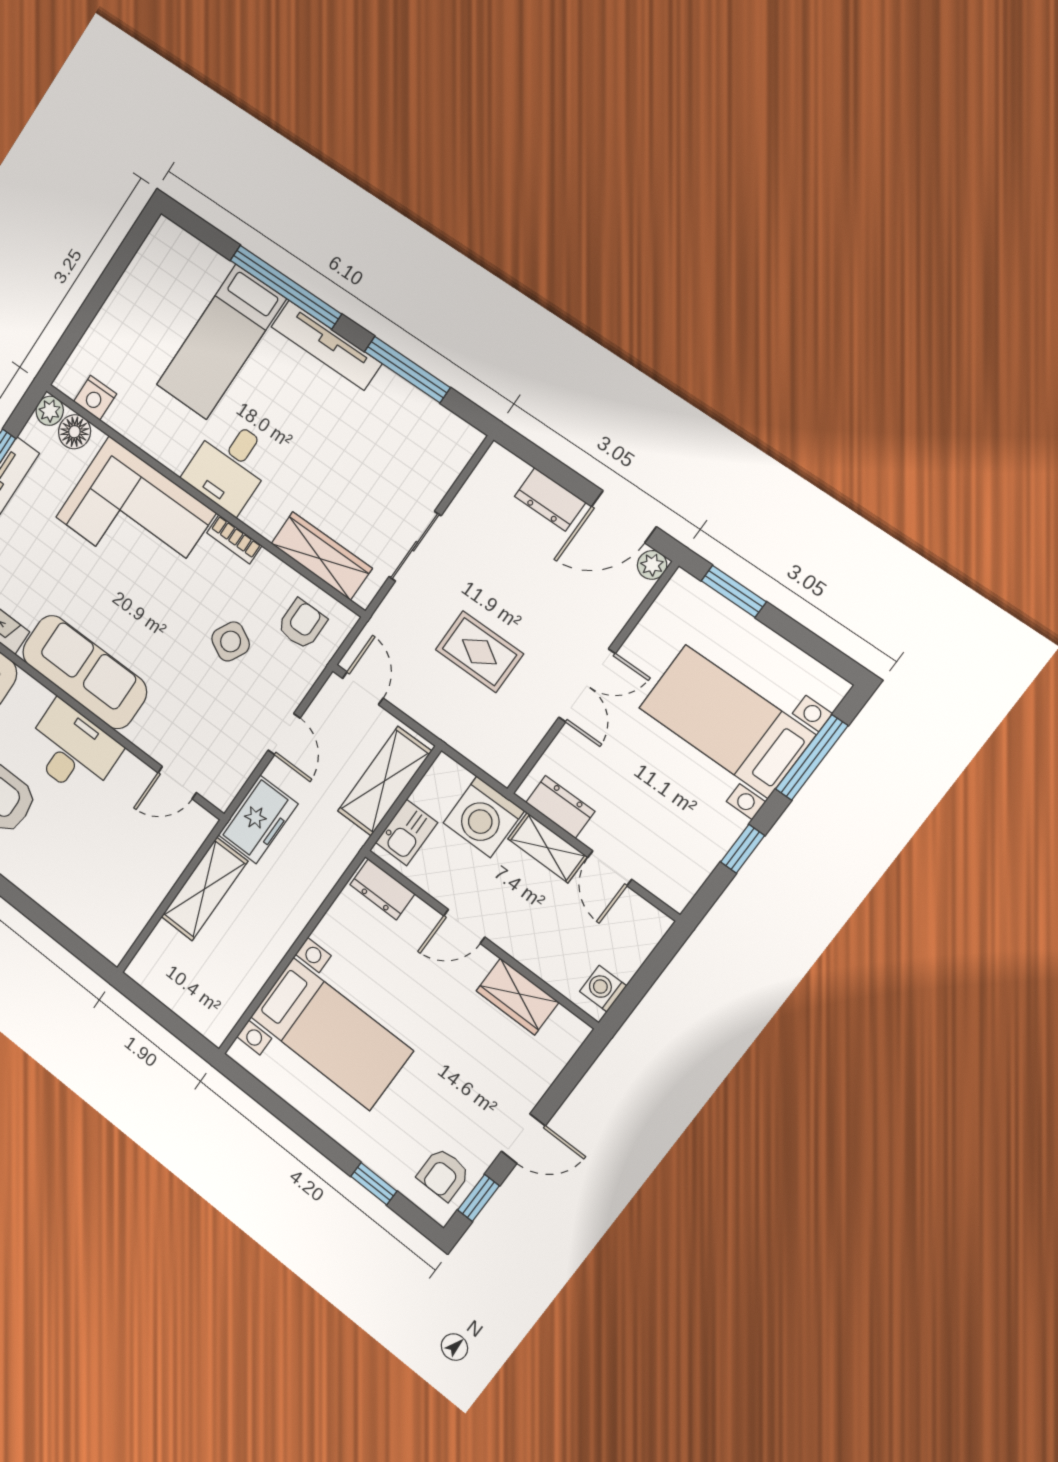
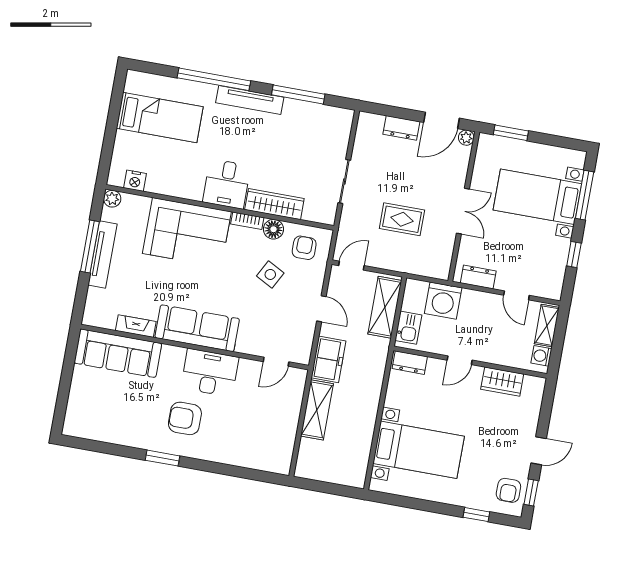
bed: (221, 342) -> (160, 117), moved, turned -90
floor lamp: (74, 432) -> (274, 229), moved
wardrobe: (321, 556) -> (274, 204), moved
door: (363, 688) -> (351, 266), hinge flipped
shelving: (548, 848) -> (547, 326), moved, turned 90

